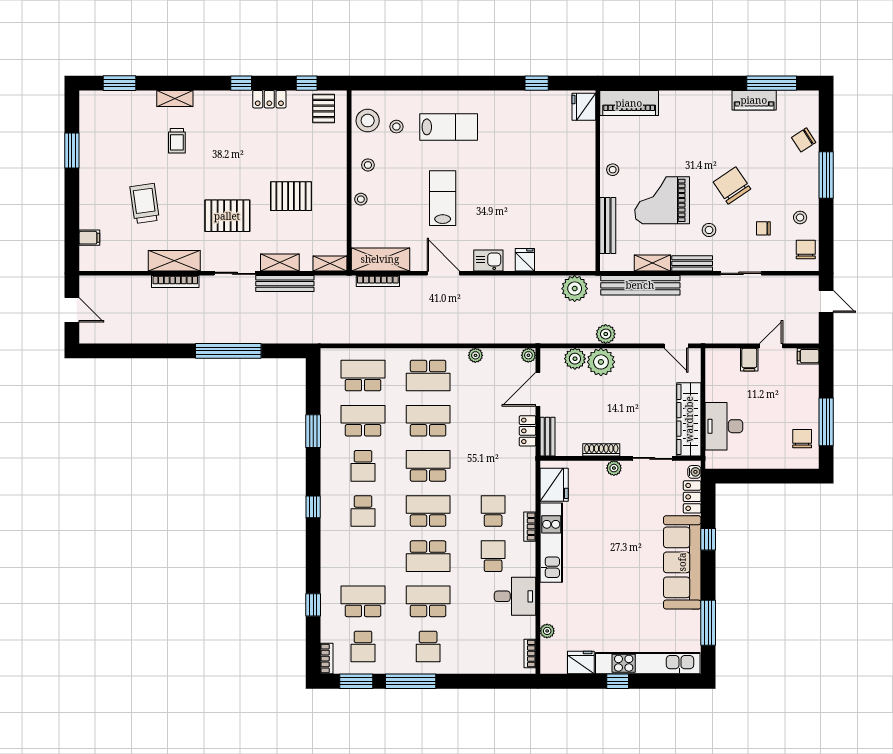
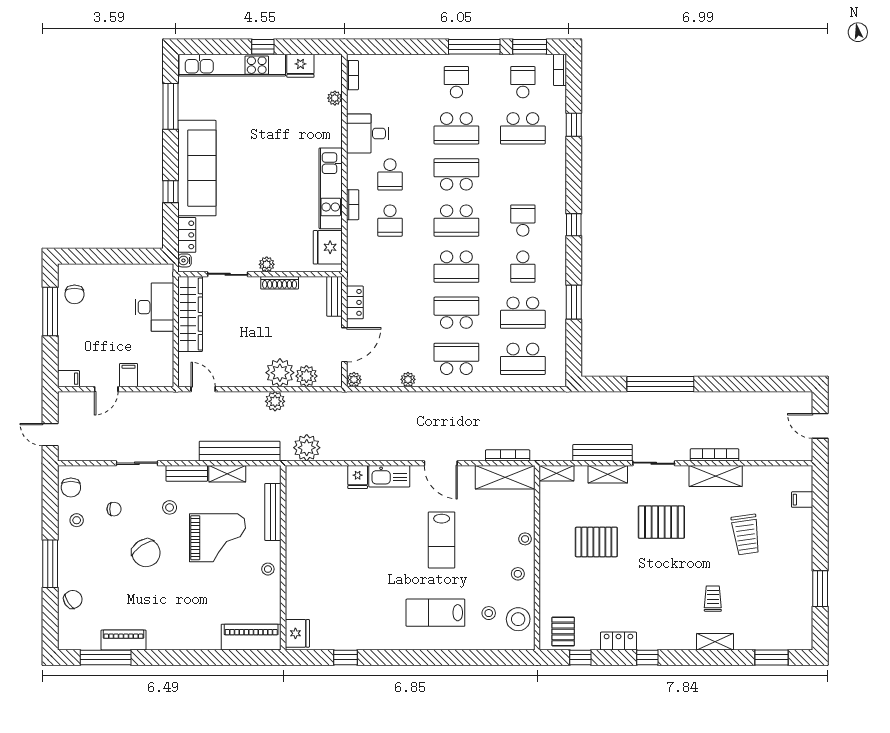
kitchen sink: (488, 261) -> (389, 476), width x1.38
school desk: (428, 421) -> (456, 313), turned 180
school desk: (363, 466) -> (523, 267), turned 180

